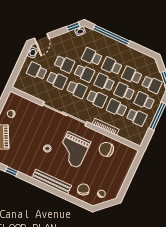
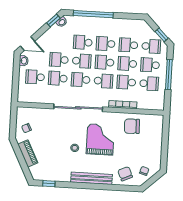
door: (42, 38) -> (27, 44), hinge flipped
school desk: (64, 64) -> (59, 60), turned 180
school desk: (57, 80) -> (58, 78), turned 180
school desk: (77, 89) -> (81, 80), turned 180
grand piano: (73, 150) -> (100, 139), turned 180

